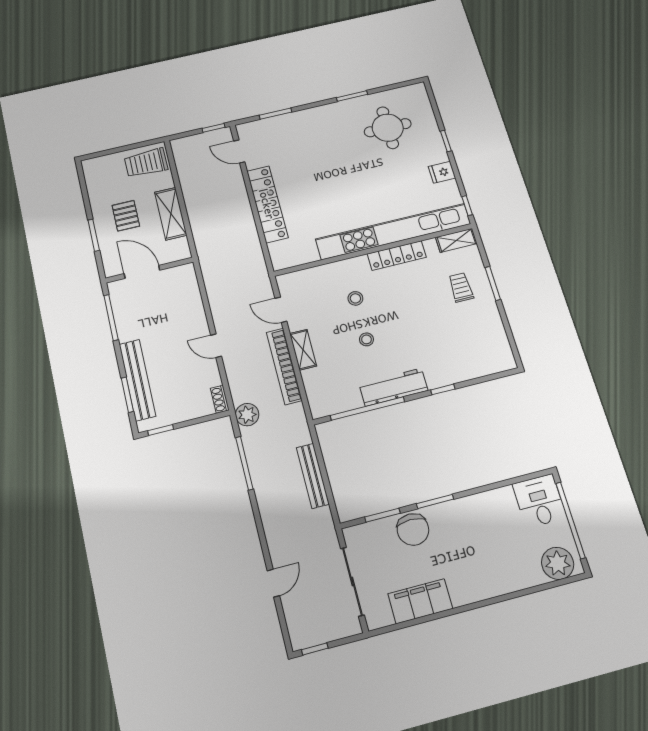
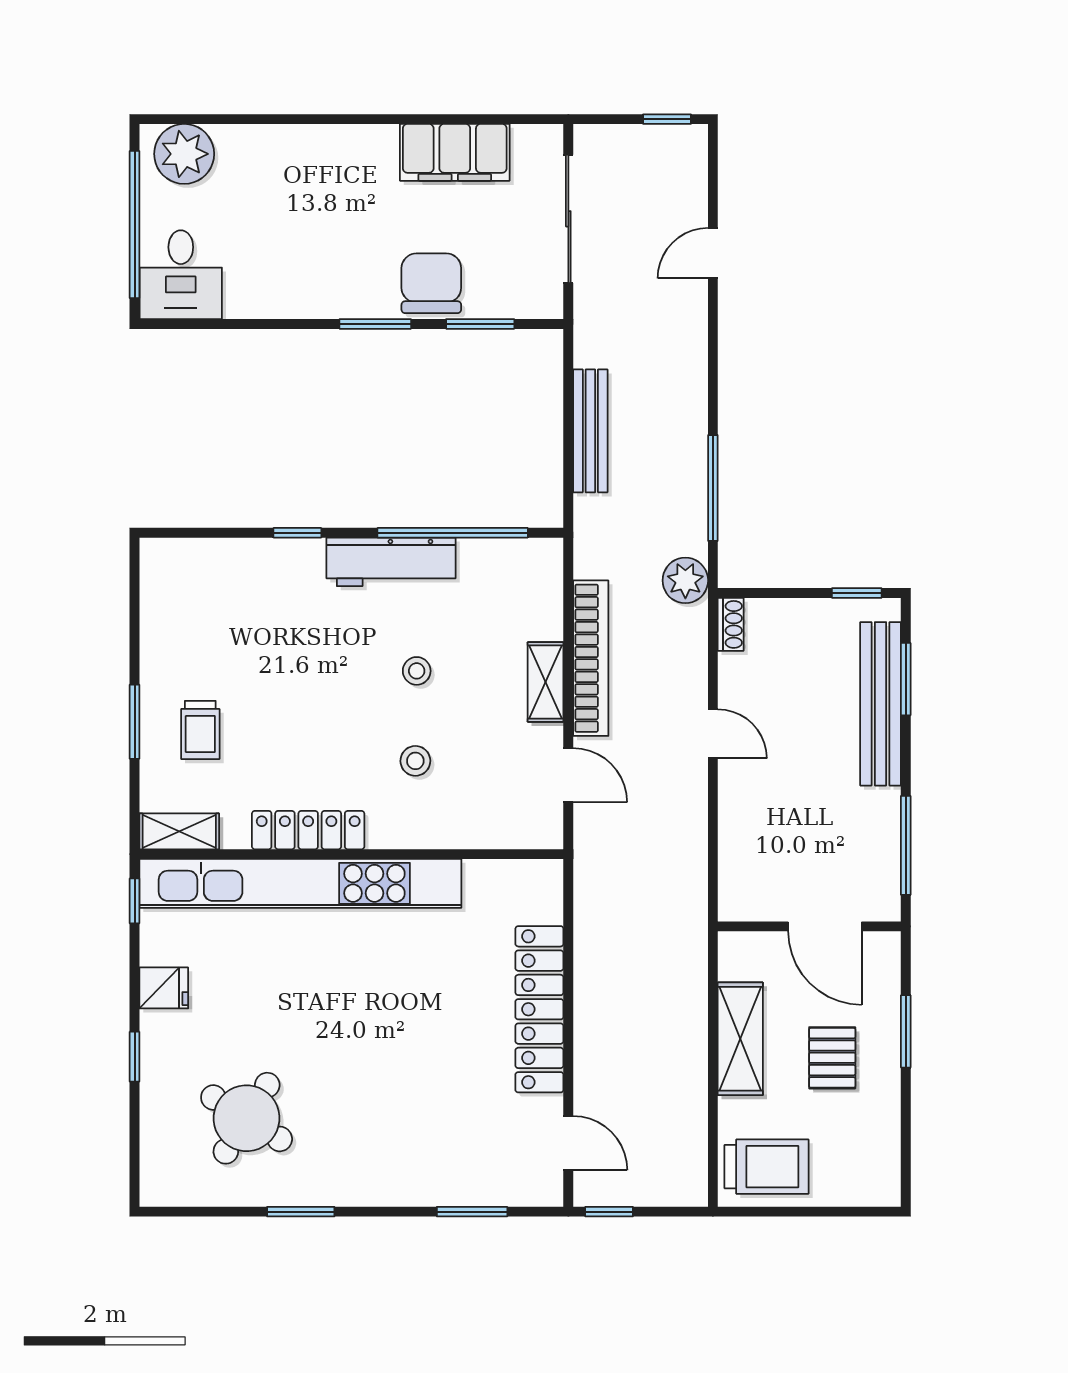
round table: (388, 128) -> (247, 1118), turned 32

